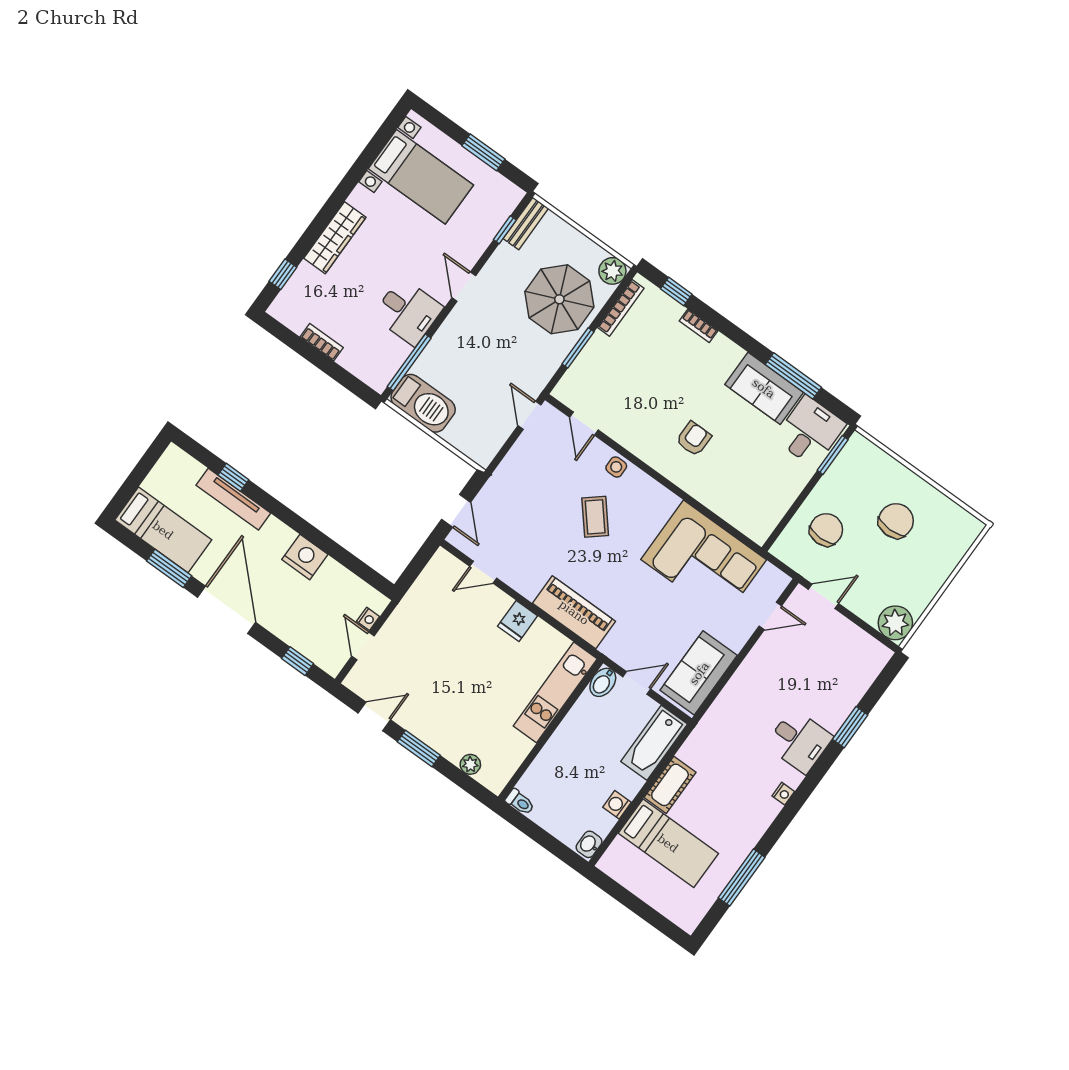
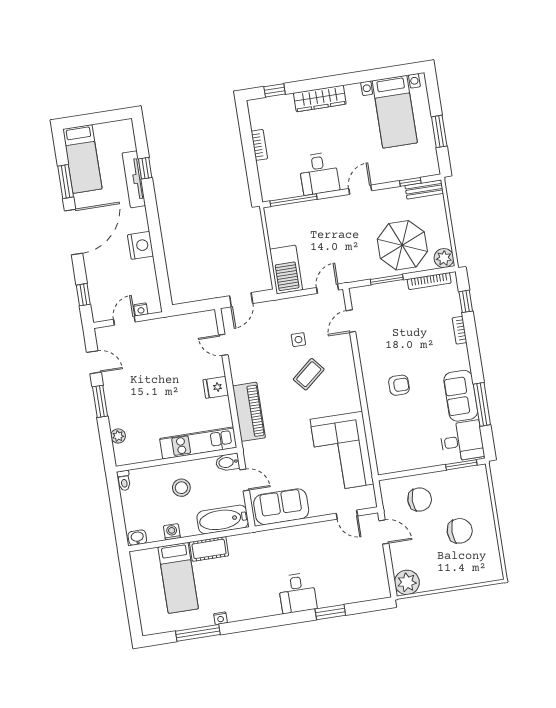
barbecue: (423, 403) -> (286, 270), moved
side table: (616, 467) -> (298, 340), moved
stool: (583, 752) -> (181, 488), added
nightstand: (783, 794) -> (220, 618), moved

